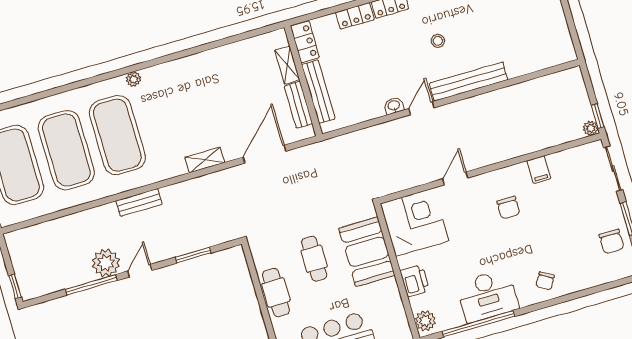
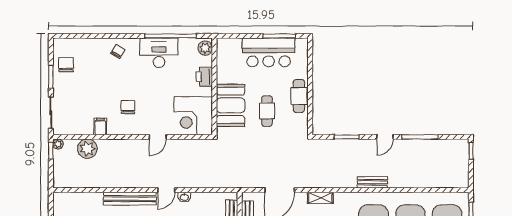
plant: (106, 263) -> (87, 149), moved

